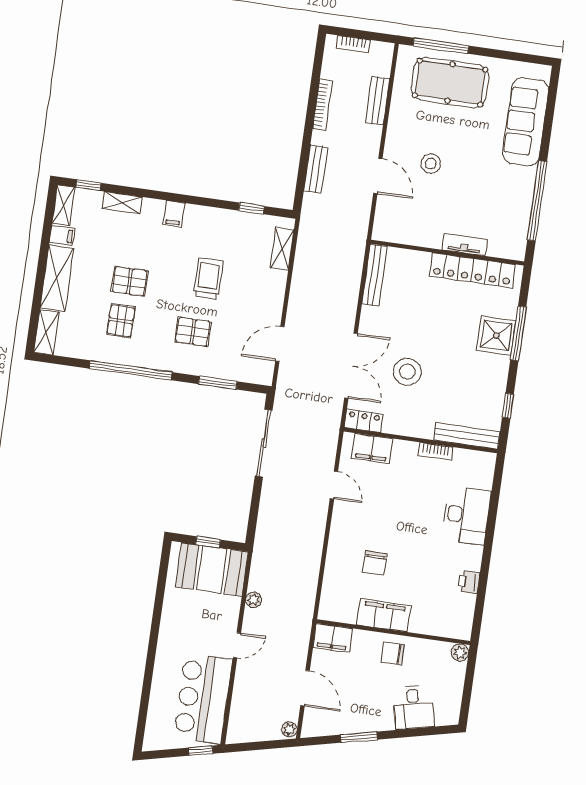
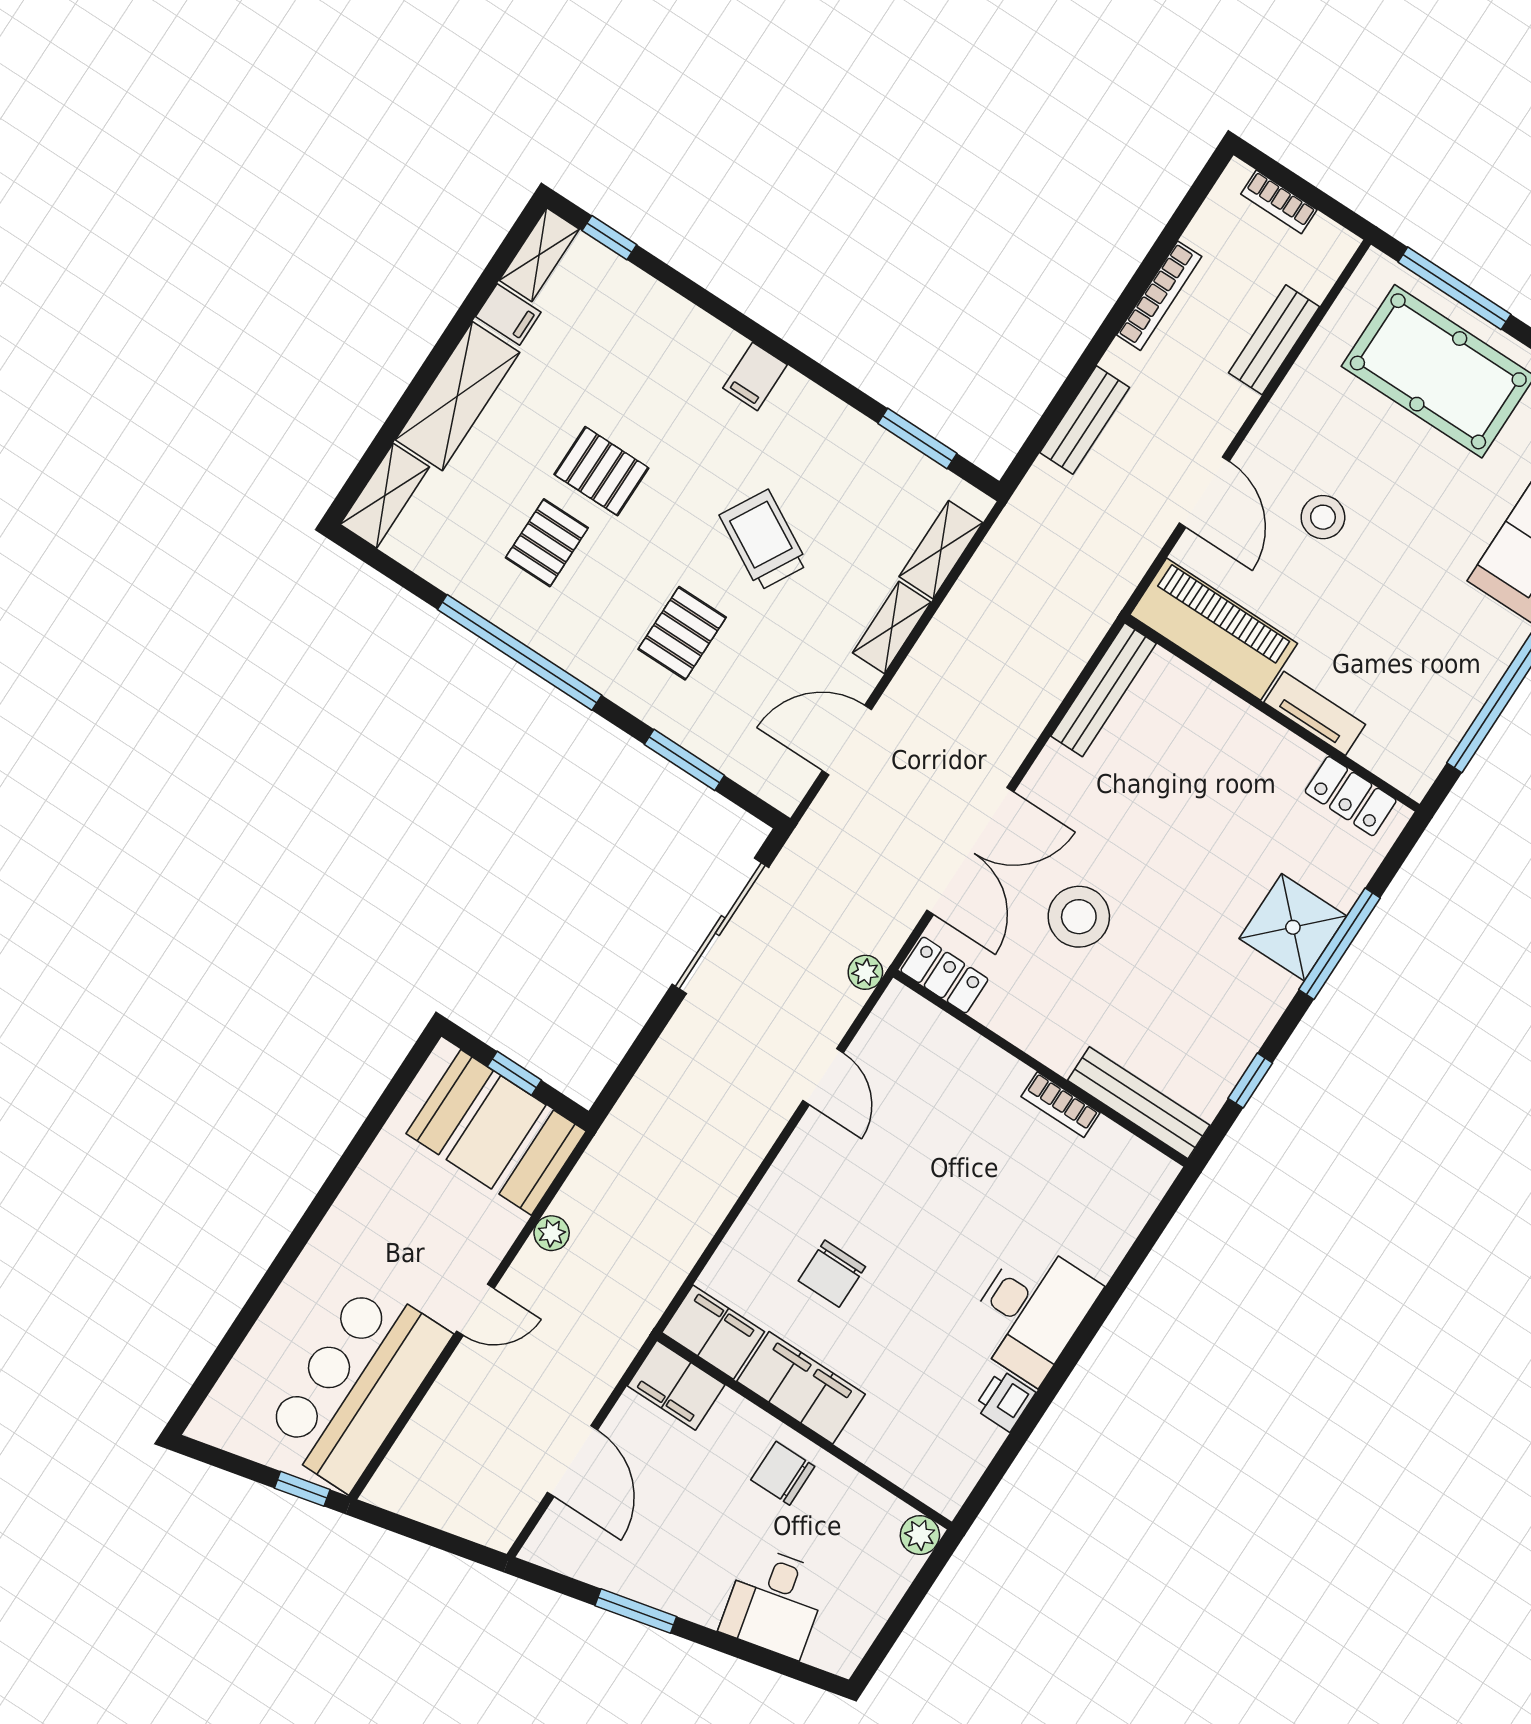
shelving: (122, 203) -> (892, 627), moved, turned 90
window: (251, 208) -> (917, 438), width x1.50
piano: (408, 230) -> (1214, 629), added
locker: (472, 270) -> (1351, 796), width x0.46, depth x0.83
trolley: (208, 279) -> (764, 540), turned -61
pallet: (193, 332) -> (682, 633), turned 90
filing cabinet: (372, 448) -> (713, 1332), moved, turned 180
desk: (466, 515) -> (1031, 1312), moved
plant: (289, 729) -> (865, 972), moved

